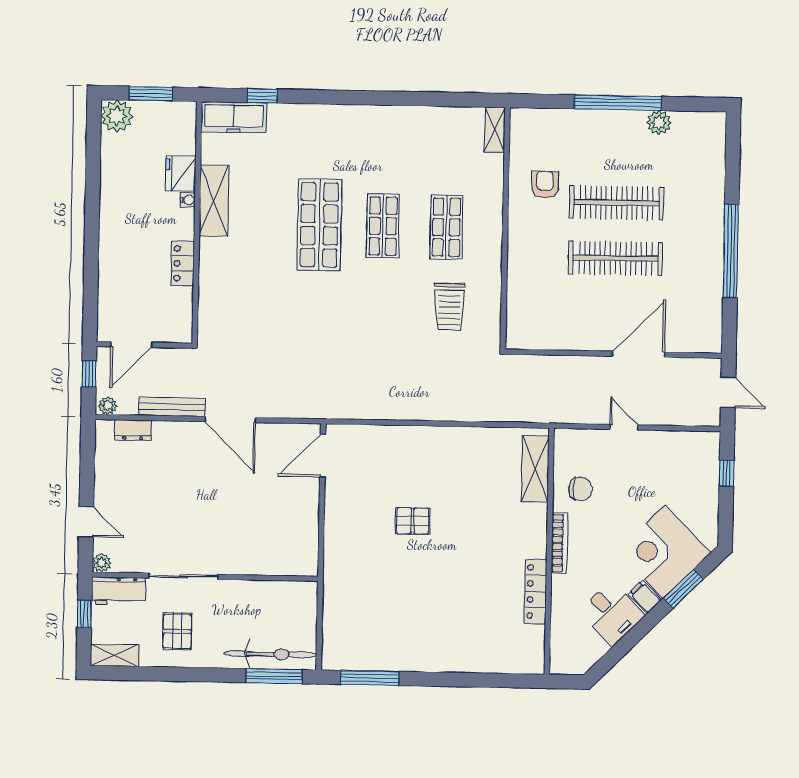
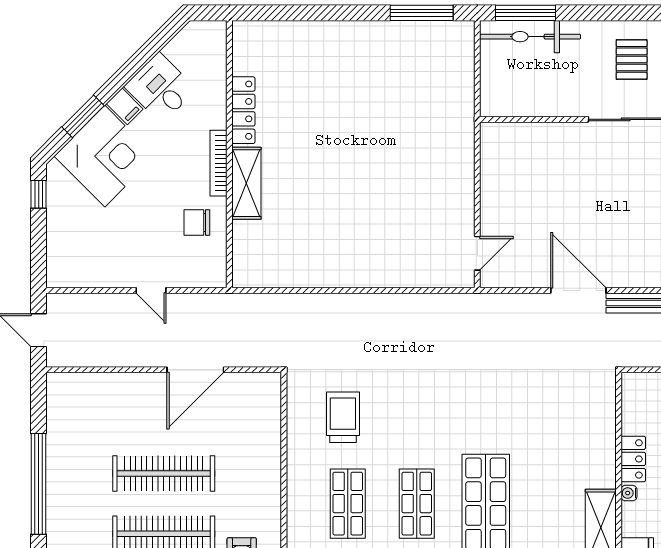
water cooler: (188, 200) -> (629, 493), moved
door: (638, 354) -> (195, 370), moved
door: (323, 456) -> (477, 253), width x0.73
shelving: (535, 469) -> (246, 183), moved
window: (727, 473) -> (39, 194), moved
pallet: (413, 521) -> (378, 184), removed

